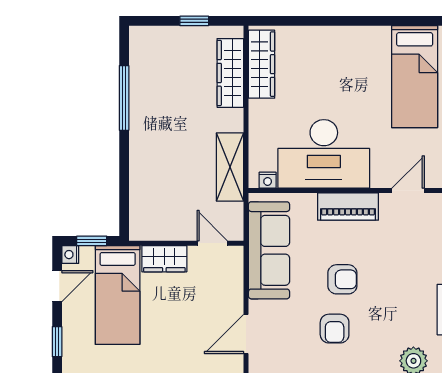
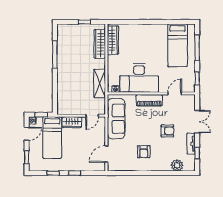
door: (212, 243) -> (92, 116), swing flipped
armchair: (342, 279) -> (167, 131), moved

